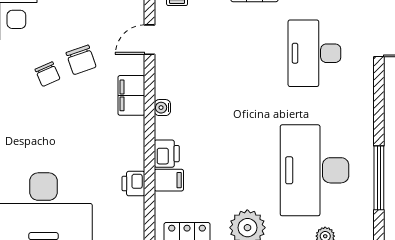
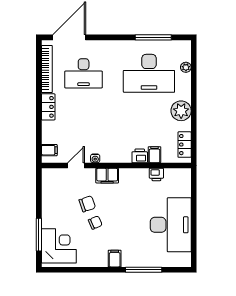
door: (149, 40) -> (76, 166), swing flipped
water cooler: (162, 108) -> (95, 158), moved

